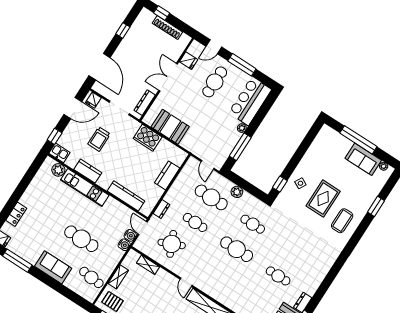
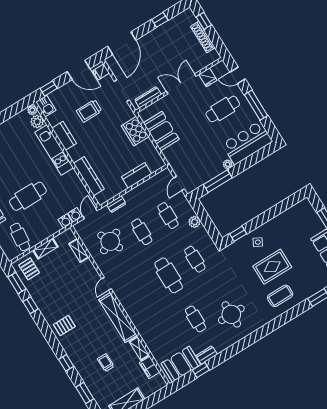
plant: (49, 162) -> (32, 110), added
cafe table: (211, 197) -> (168, 216), width x0.73, depth x0.74
cafe table: (81, 239) -> (28, 196), turned 90
round table: (307, 257) -> (231, 314), added

